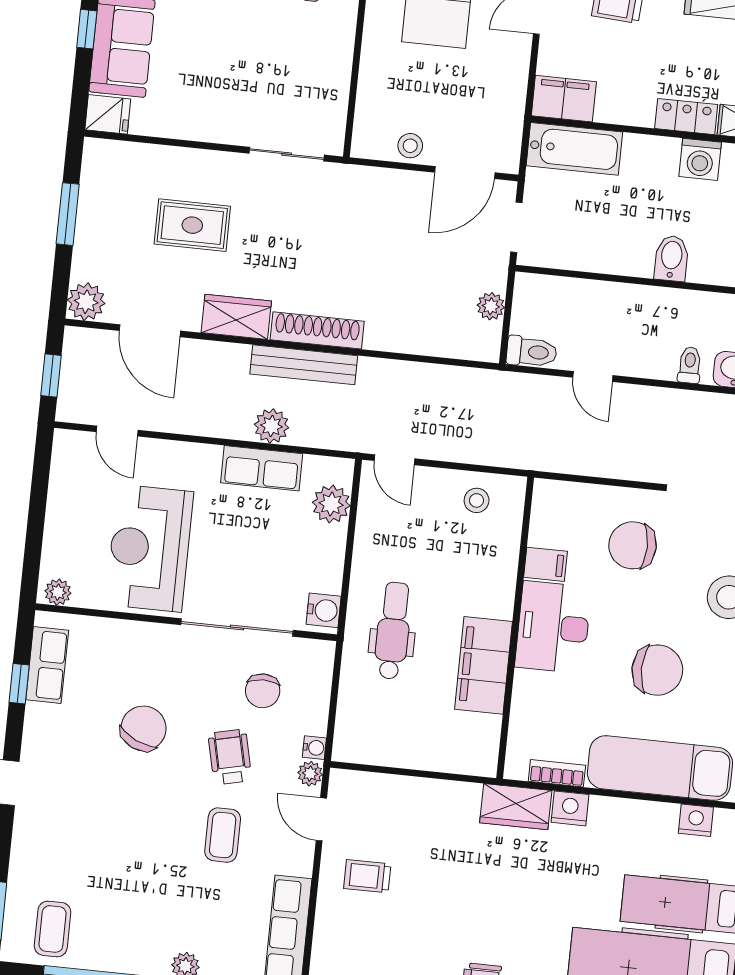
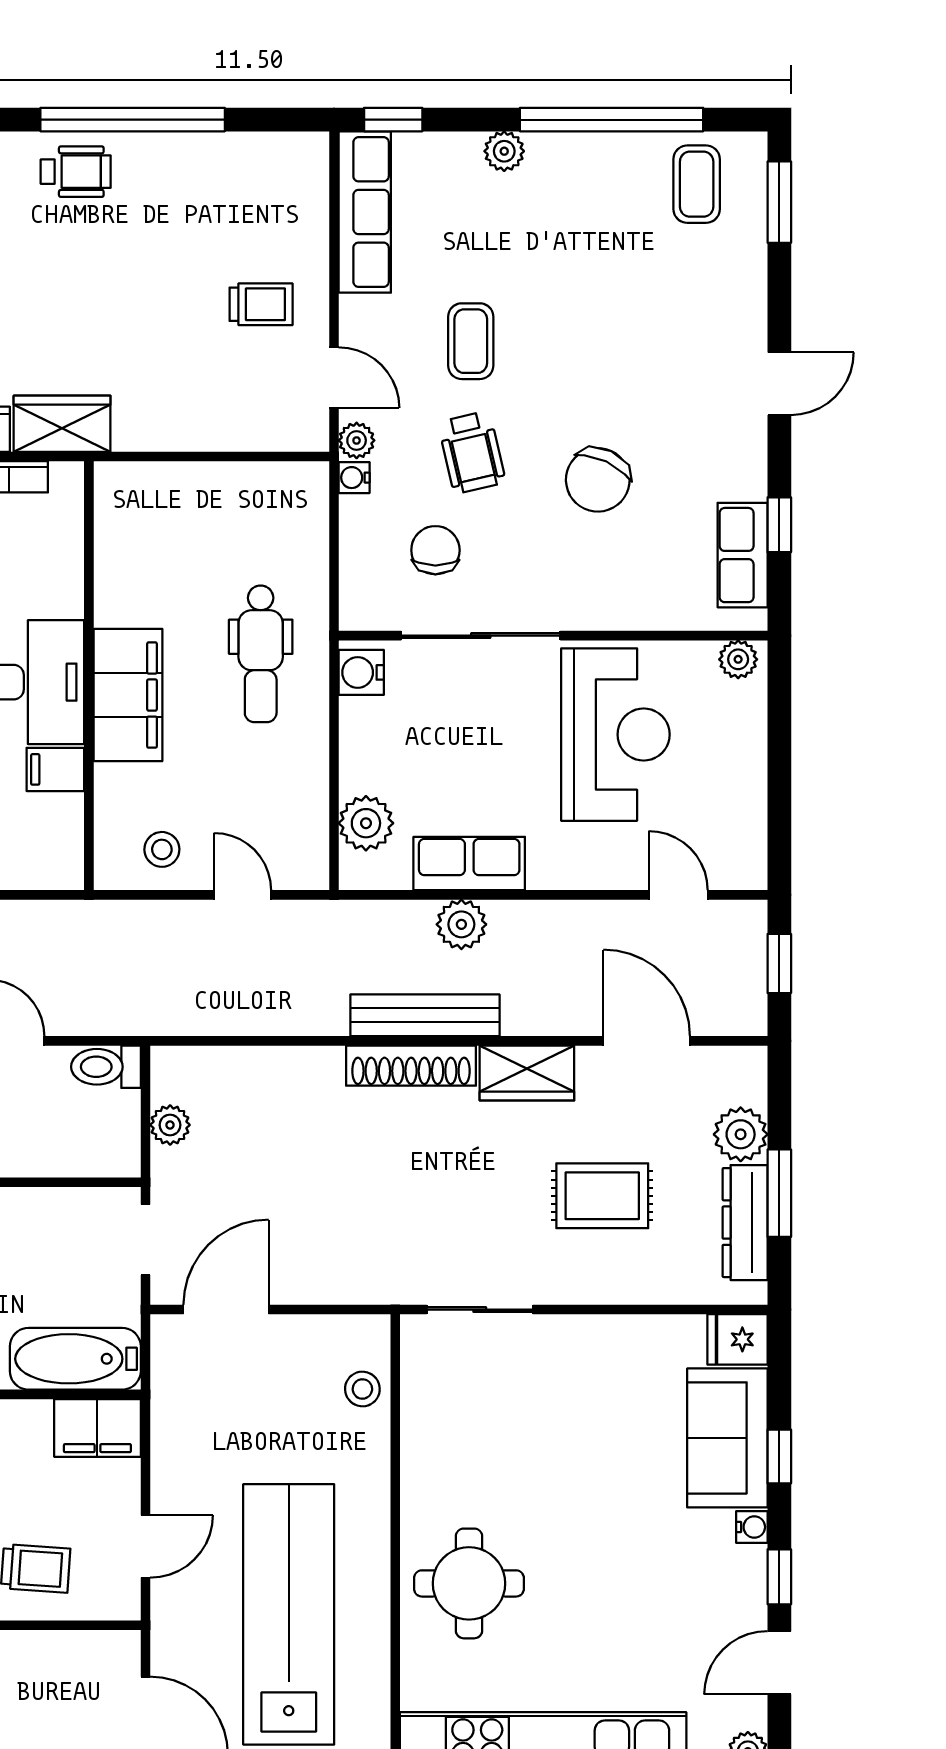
stool: (410, 146) -> (362, 1389), moved
dresser: (94, 196) -> (745, 1223), added
plant: (86, 302) -> (741, 1134), moved
door: (394, 460) -> (242, 895), moved
filing cabinet: (484, 665) -> (128, 695), moved

